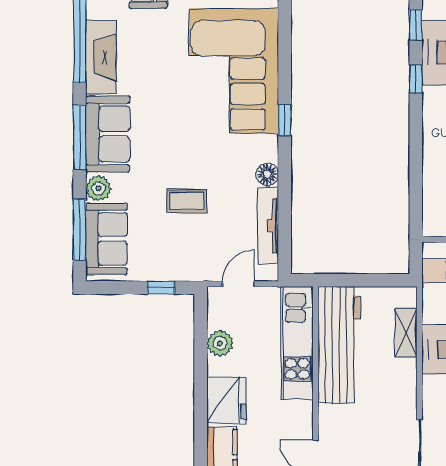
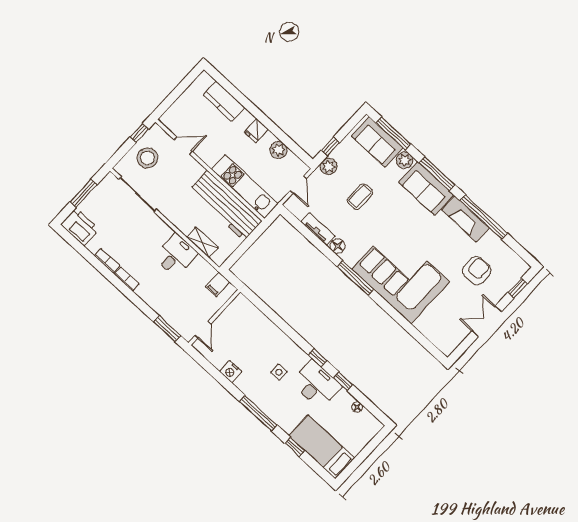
window: (285, 120) -> (356, 278), width x2.17
tv unit: (268, 226) -> (318, 229), width x0.71
plant: (186, 269) -> (328, 167), added
fridge: (226, 400) -> (256, 131), width x0.53, depth x0.75

